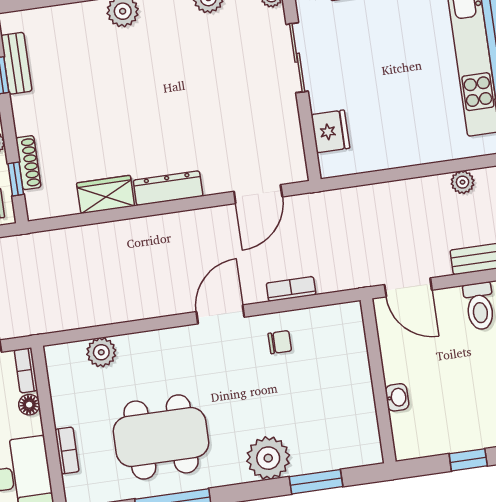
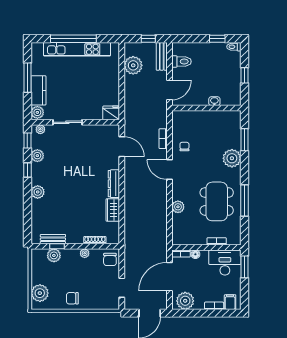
fridge: (330, 131) -> (111, 113), moved
window: (16, 179) -> (101, 246), removed
plant: (463, 182) -> (133, 65), width x1.87, depth x1.87
plant: (101, 352) -> (178, 207), moved

